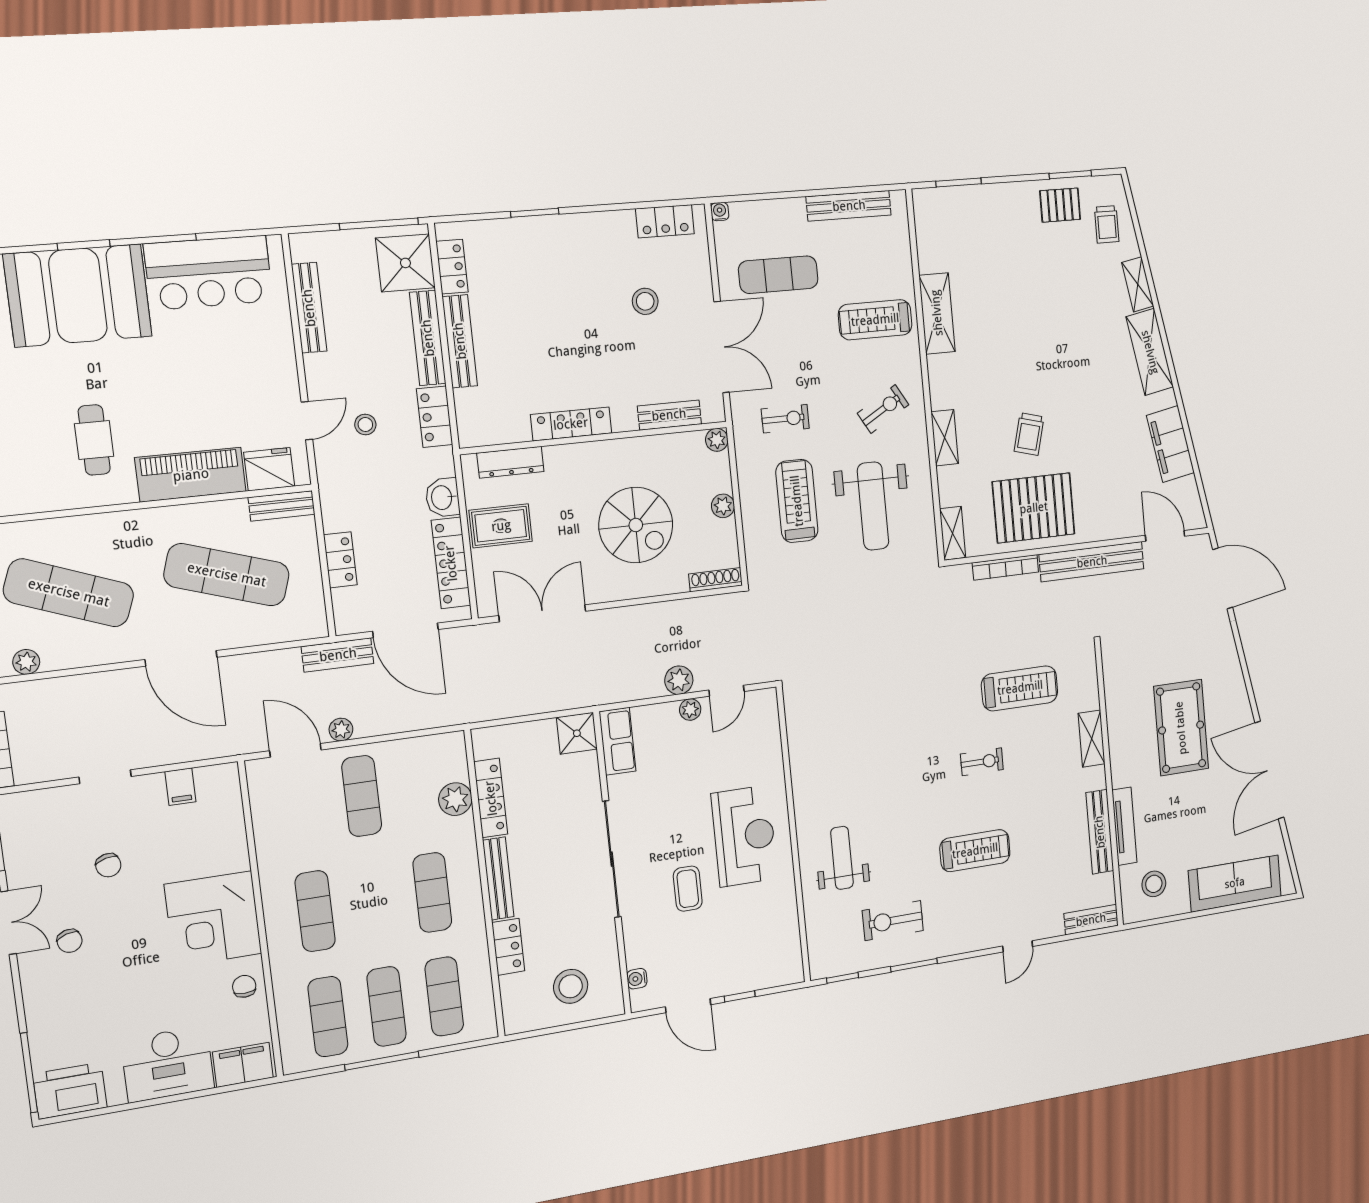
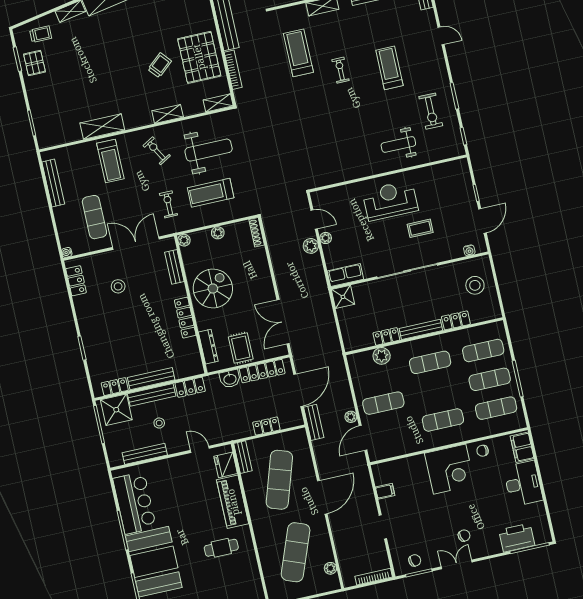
stool: (365, 425) -> (159, 423), moved
trolley: (1029, 434) -> (160, 65), turned -56
spiral stairs: (636, 525) -> (213, 289), moved
locker: (491, 798) -> (386, 336), width x0.66
chair: (108, 865) -> (415, 560), moved
printer: (70, 1091) -> (517, 538), moved, turned 90

